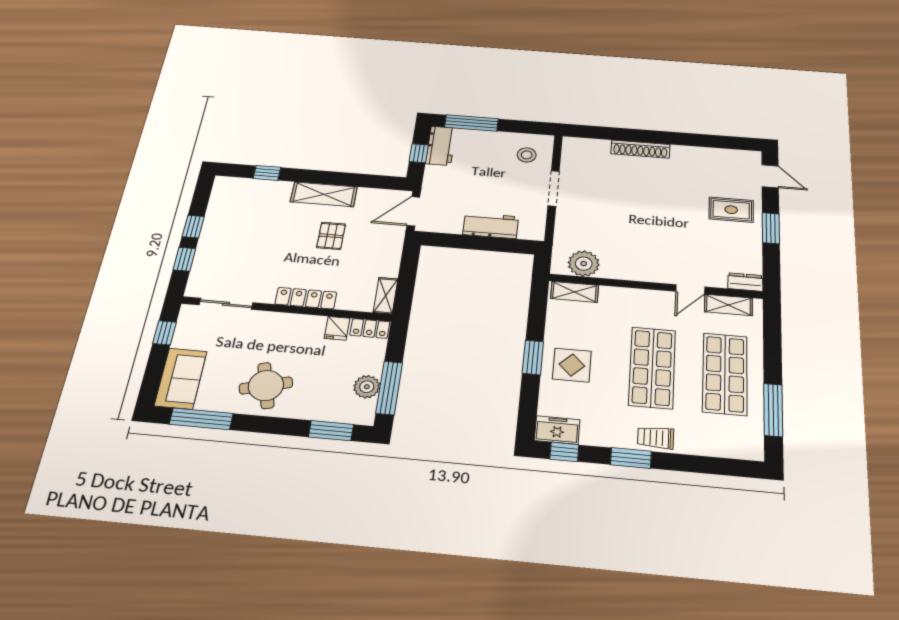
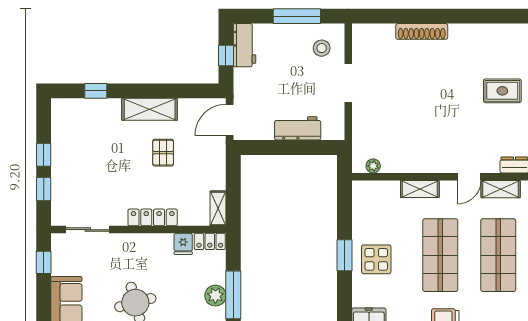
window: (471, 123) -> (297, 16), moved
plant: (584, 264) -> (373, 166), width x0.53, depth x0.53
shelving: (575, 292) -> (420, 189), moved

